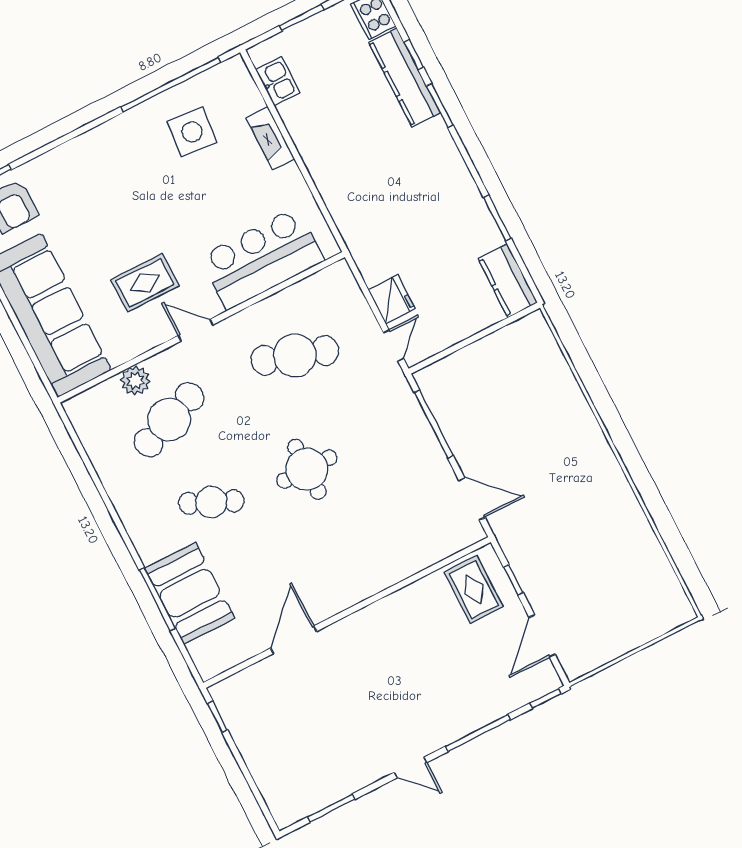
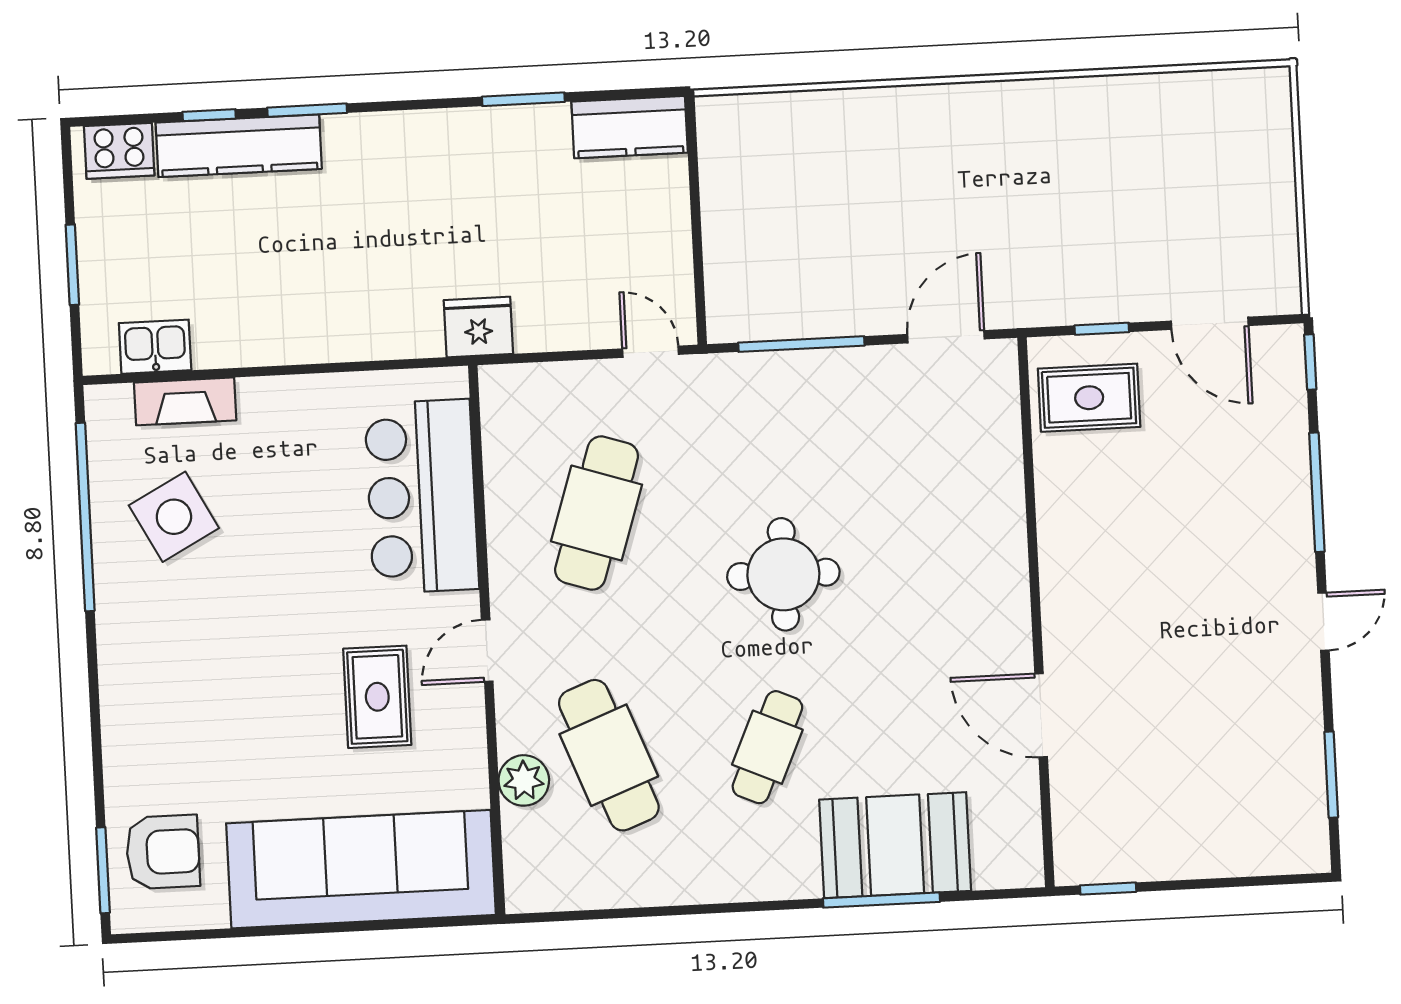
side table: (192, 132) -> (174, 517), turned -33
fireplace: (270, 138) -> (185, 401), moved
fridge: (391, 299) -> (478, 327), moved

